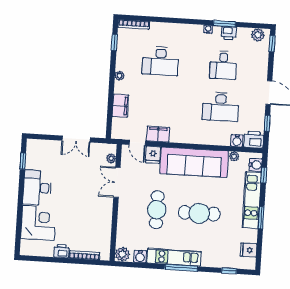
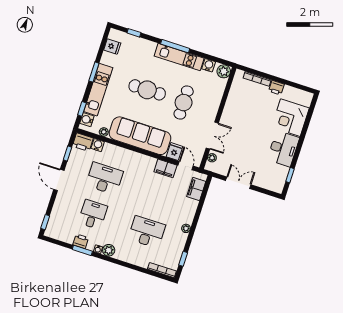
plant: (258, 35) -> (109, 250), moved
filing cabinet: (120, 106) -> (196, 189), moved

